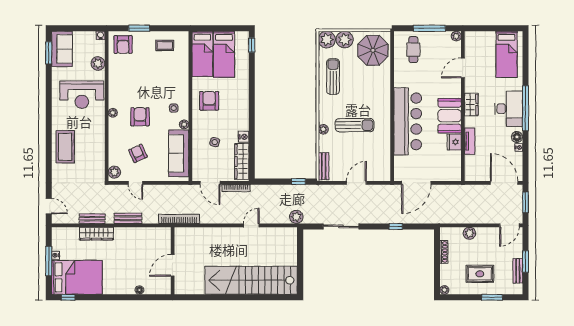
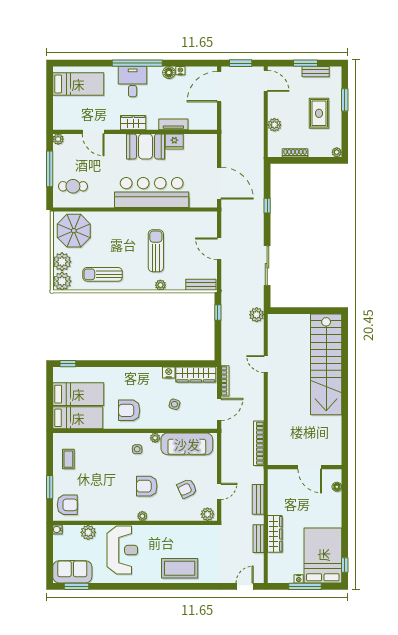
desk: (509, 109) -> (133, 82), width x0.73
wall: (173, 261) -> (305, 467), moved
door: (173, 265) -> (310, 467), moved

